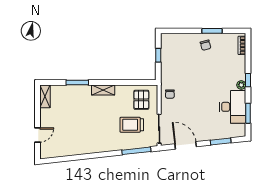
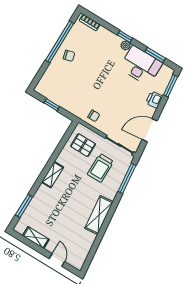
window: (212, 31) -> (60, 42), width x2.11
window: (77, 82) -> (24, 206), moved
shelving: (45, 96) -> (36, 238), moved
printer: (212, 134) -> (154, 100), added
window: (221, 141) -> (171, 86), moved
shelving: (94, 146) -> (99, 215), added

